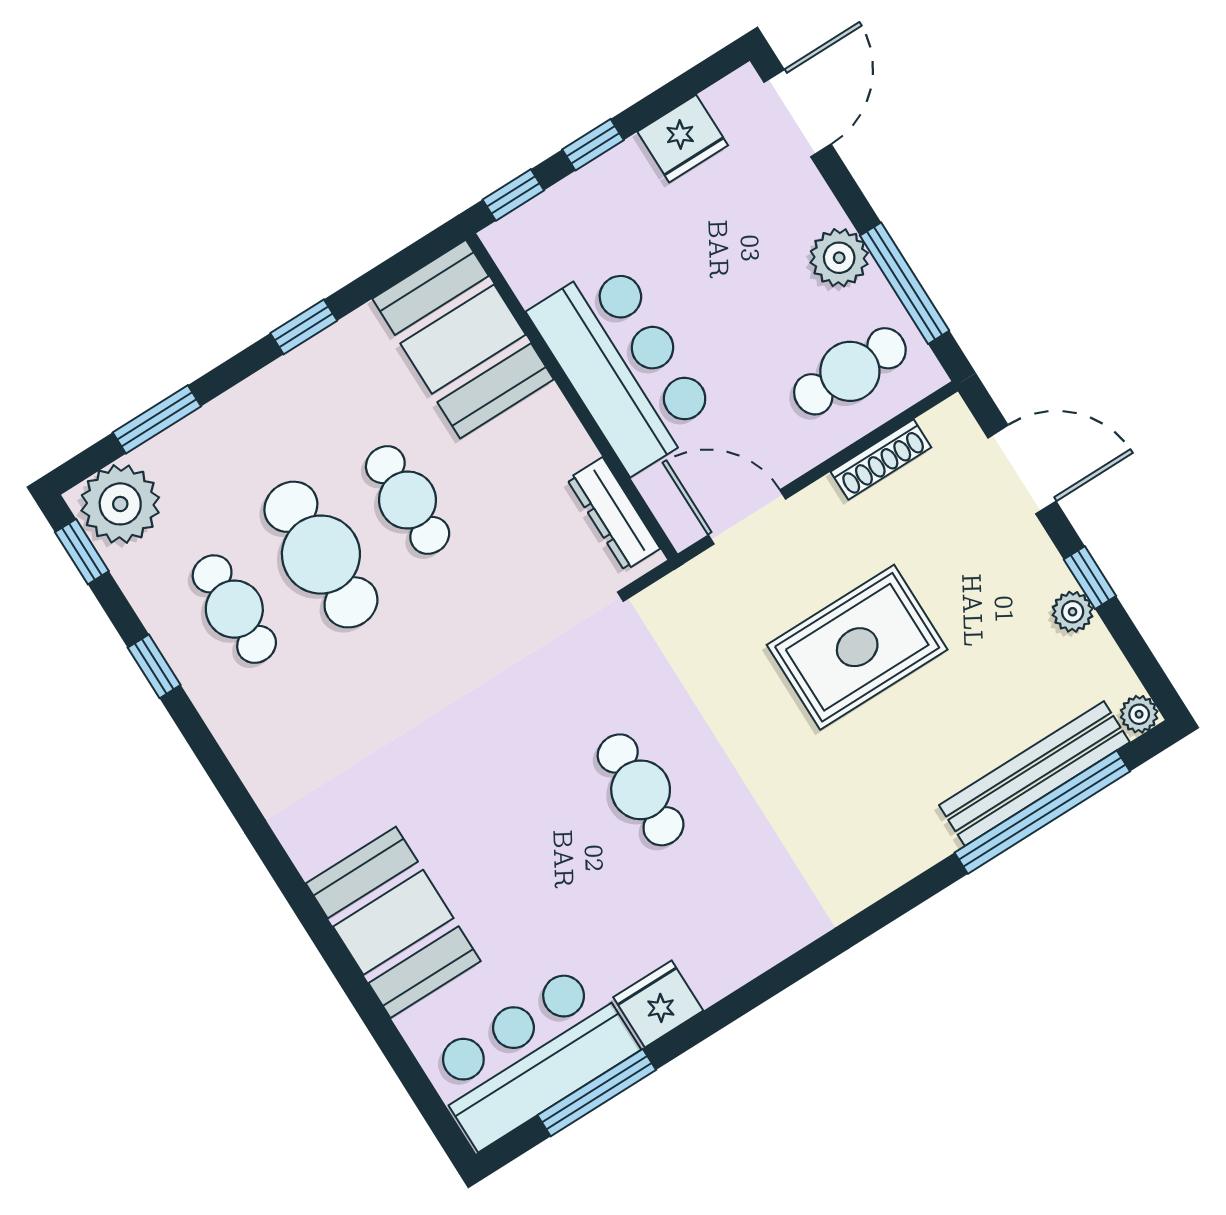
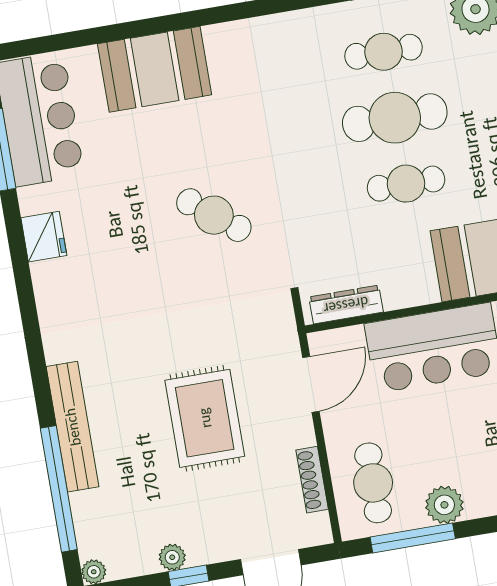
bench: (1034, 774) -> (73, 427), moved
cafe table: (641, 790) -> (214, 215), moved, turned 38
fridge: (658, 1004) -> (44, 237), moved

